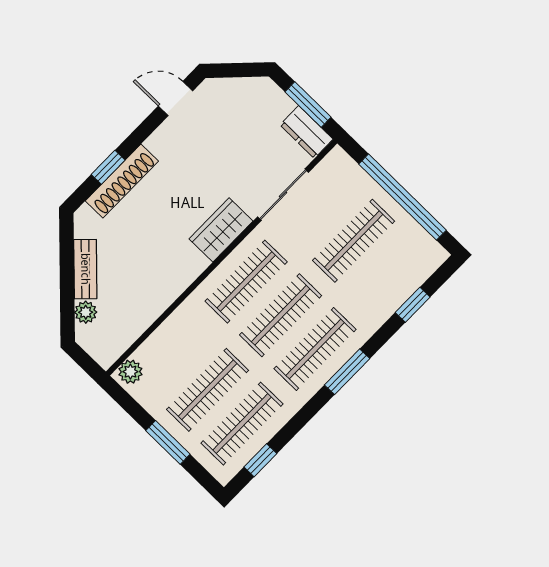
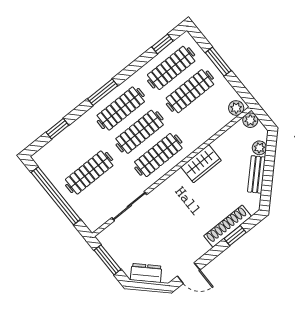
dresser: (306, 132) -> (146, 273), moved, turned -46
wardrobe: (221, 230) -> (201, 164), moved
plant: (105, 355) -> (250, 120), added

